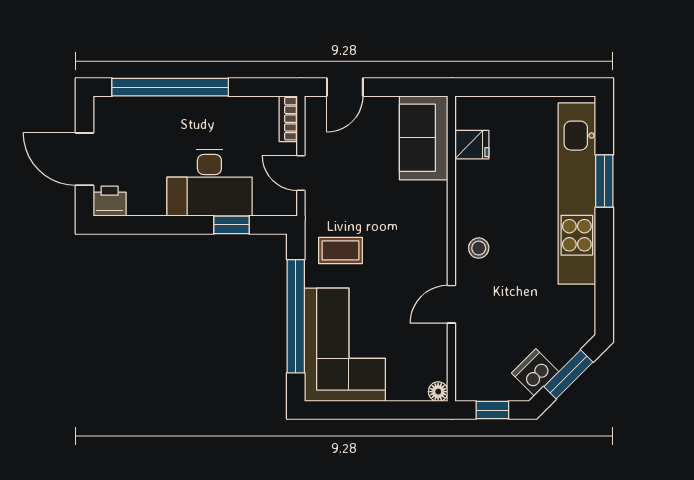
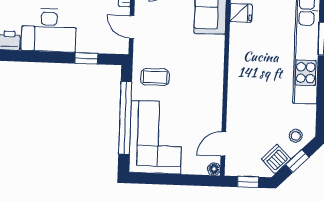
desk: (209, 183) -> (49, 30), moved
stool: (479, 248) -> (296, 136), moved
door: (451, 304) -> (223, 144), moved
window: (568, 374) -> (297, 161), width x0.67

